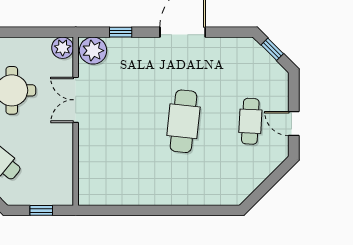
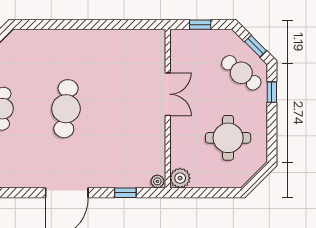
plant: (93, 51) -> (157, 181), width x0.53, depth x0.53
double door: (76, 100) -> (168, 94), moved

